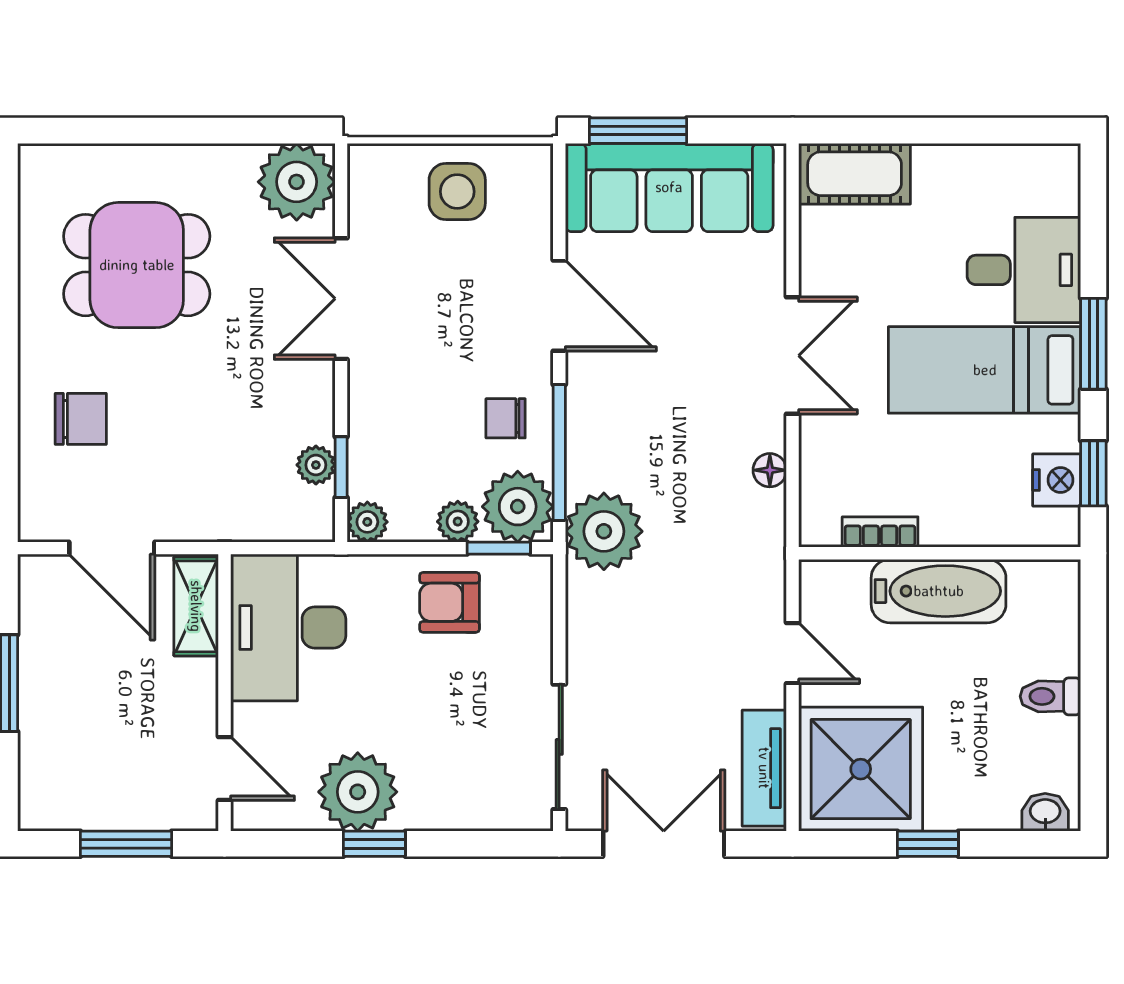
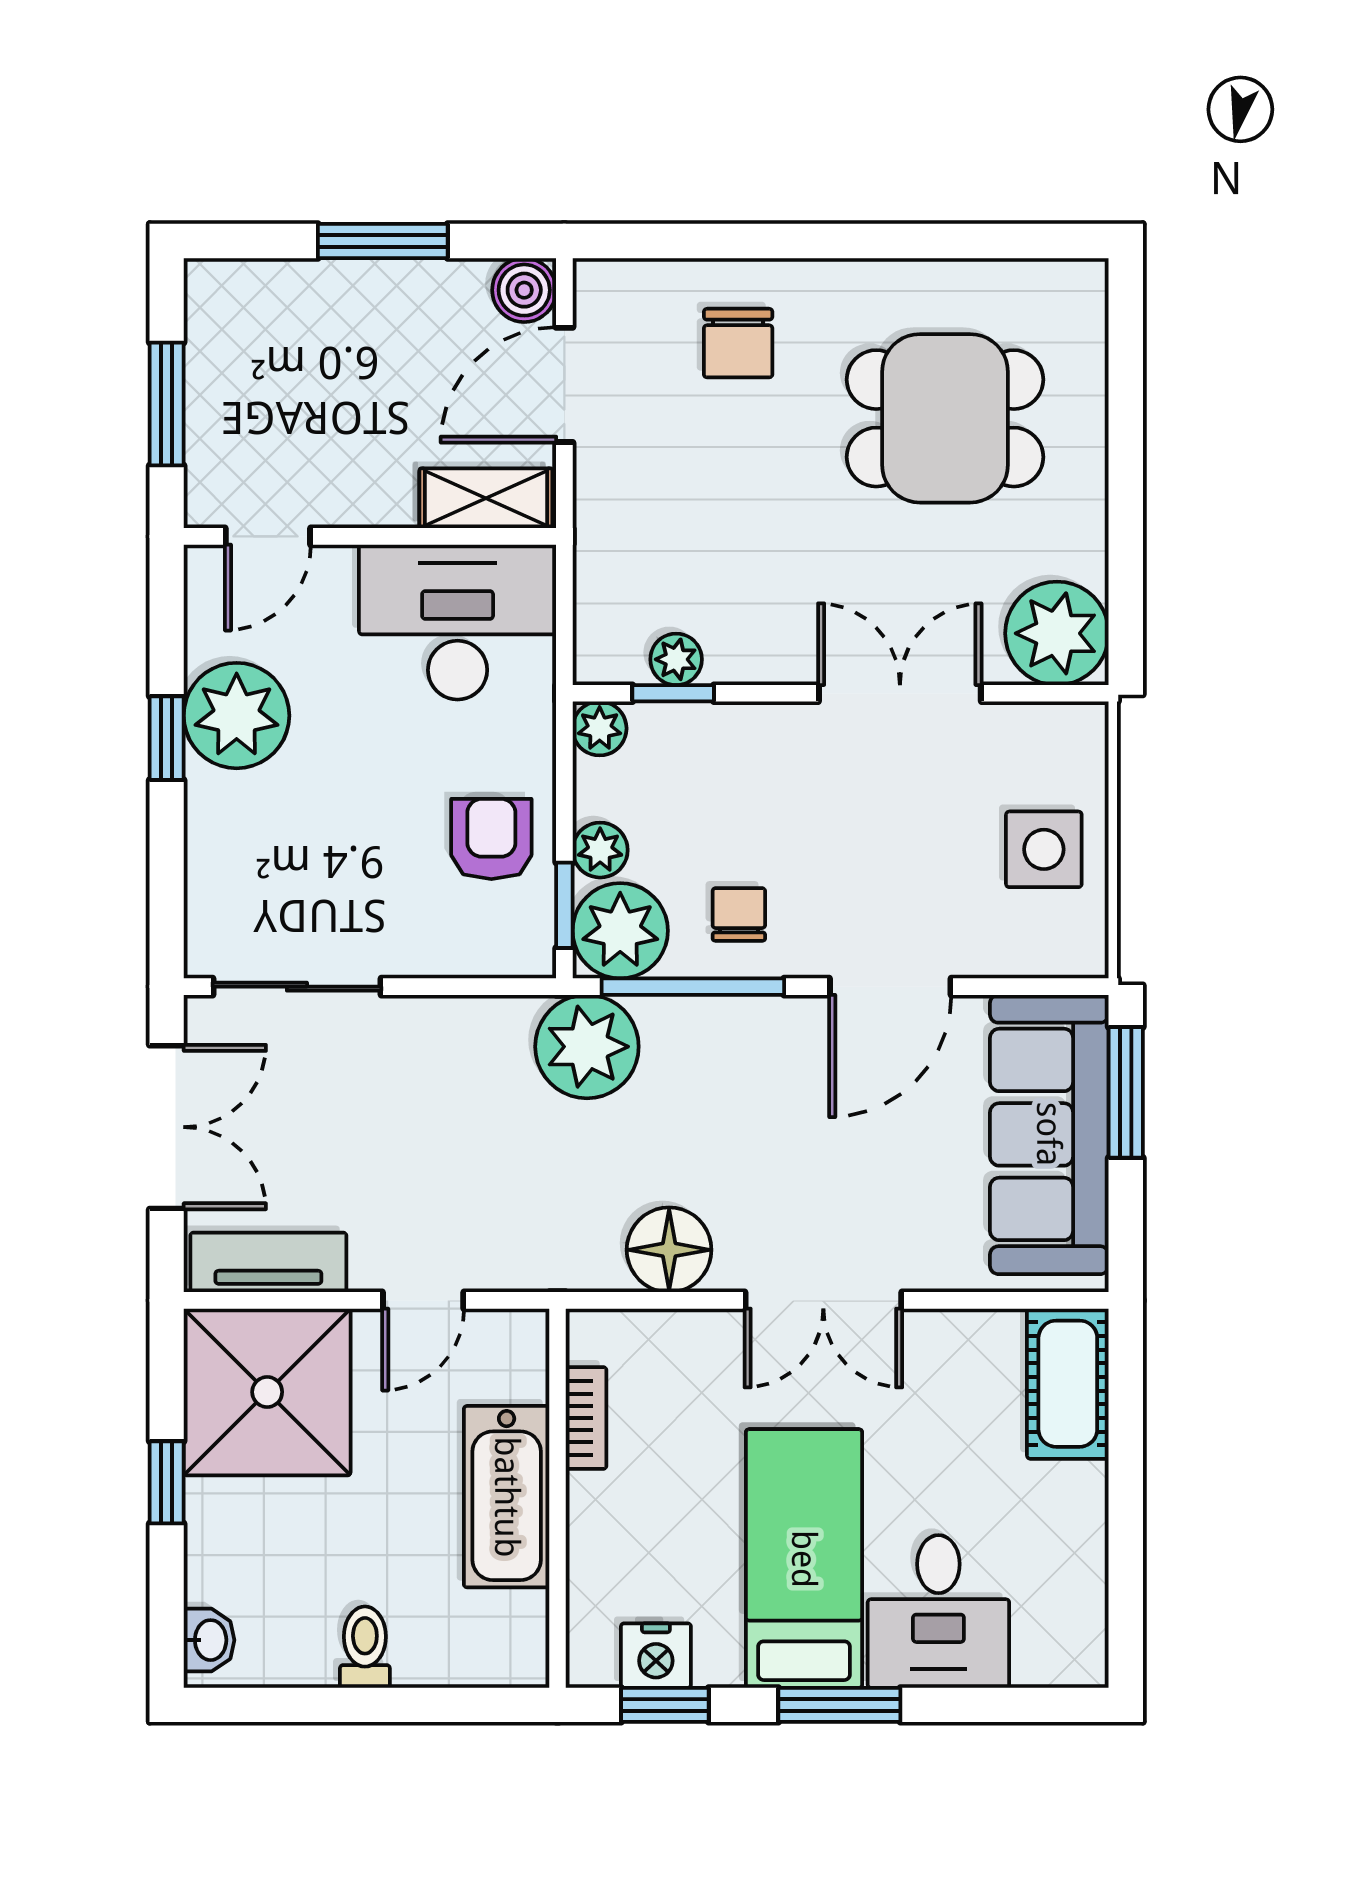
dining table: (137, 265) -> (945, 418), turned 90
floor lamp: (770, 470) -> (669, 1250), width x1.89, depth x1.89
boiler: (41, 578) -> (524, 290), added

